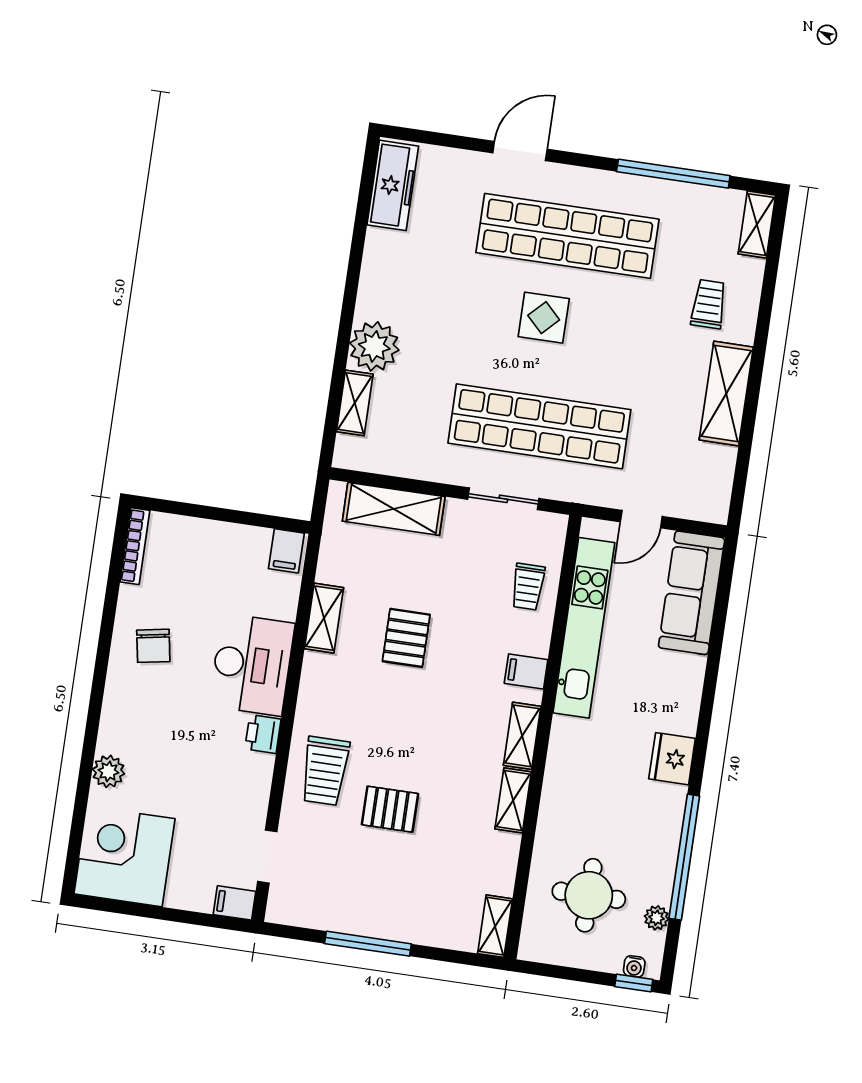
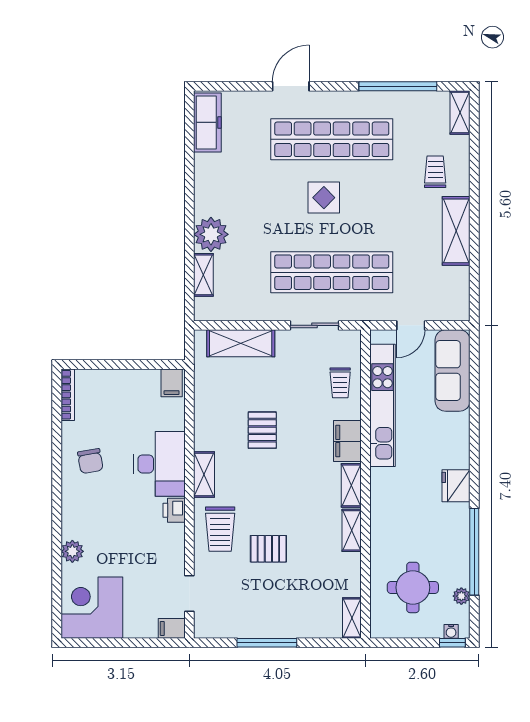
shelving: (324, 618) -> (204, 475), moved
filing cabinet: (526, 672) -> (347, 441), width x2.00

